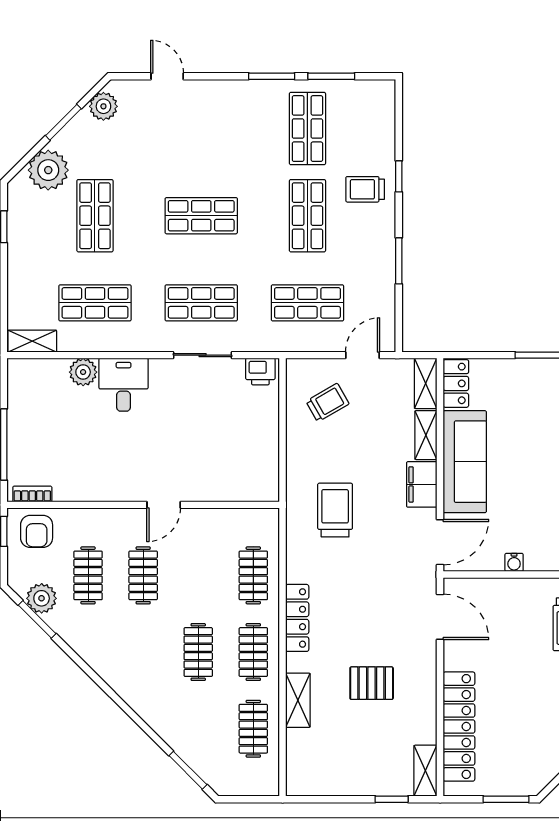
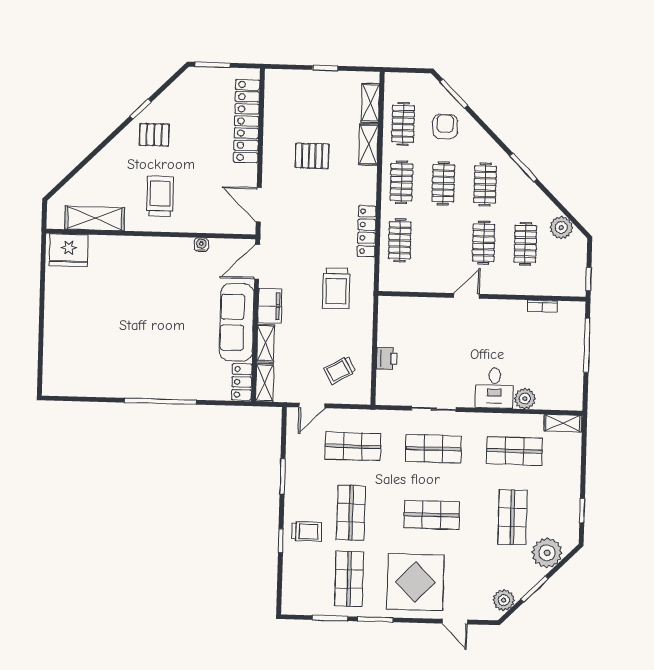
display table: (220, 127) -> (415, 582), added
printer: (260, 372) -> (387, 358), moved, turned 90
bookcase: (32, 494) -> (542, 306), moved
armchair: (37, 531) -> (445, 126), moved
locker: (297, 618) -> (367, 231), moved
window: (37, 619) -> (523, 167), moved
clothes rail: (143, 652) -> (485, 184), added
shelving: (425, 771) -> (370, 103), moved
window: (392, 799) -> (325, 68), moved

